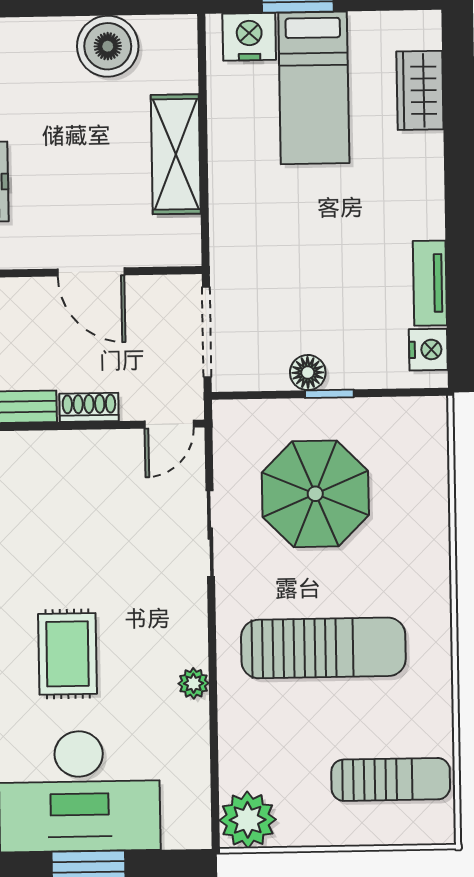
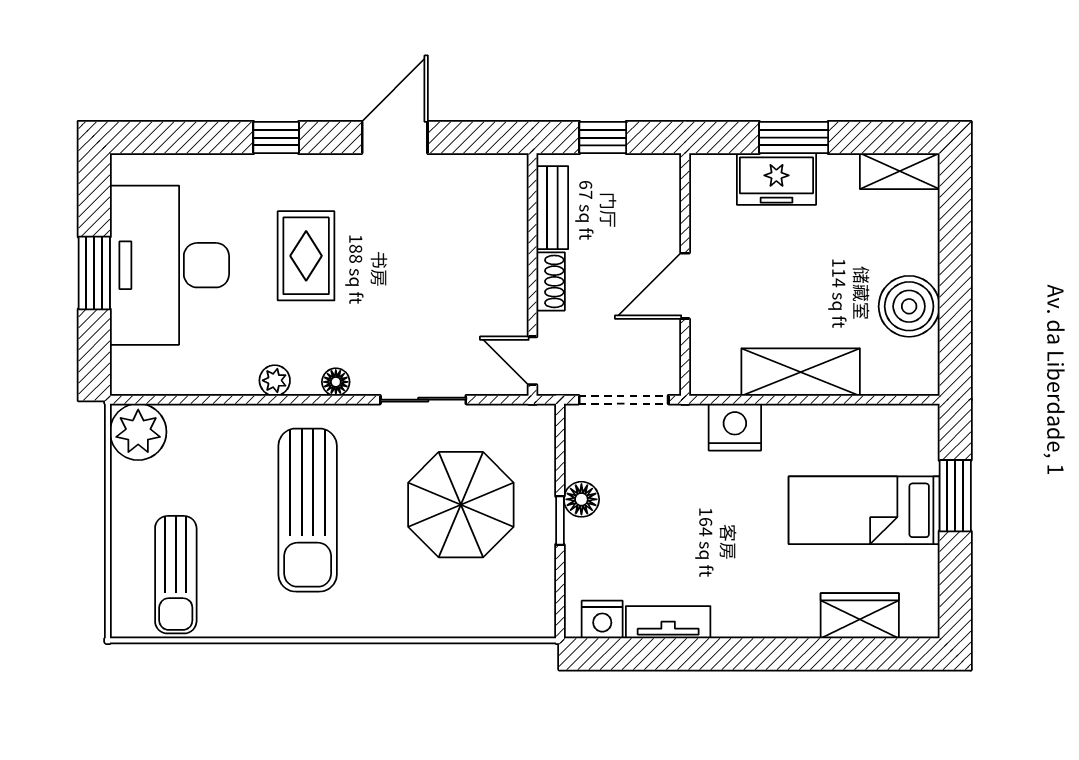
nightstand: (249, 37) -> (735, 427), moved, turned -90
floor lamp: (194, 622) -> (336, 382), added
rug: (68, 654) -> (306, 256), turned 90

